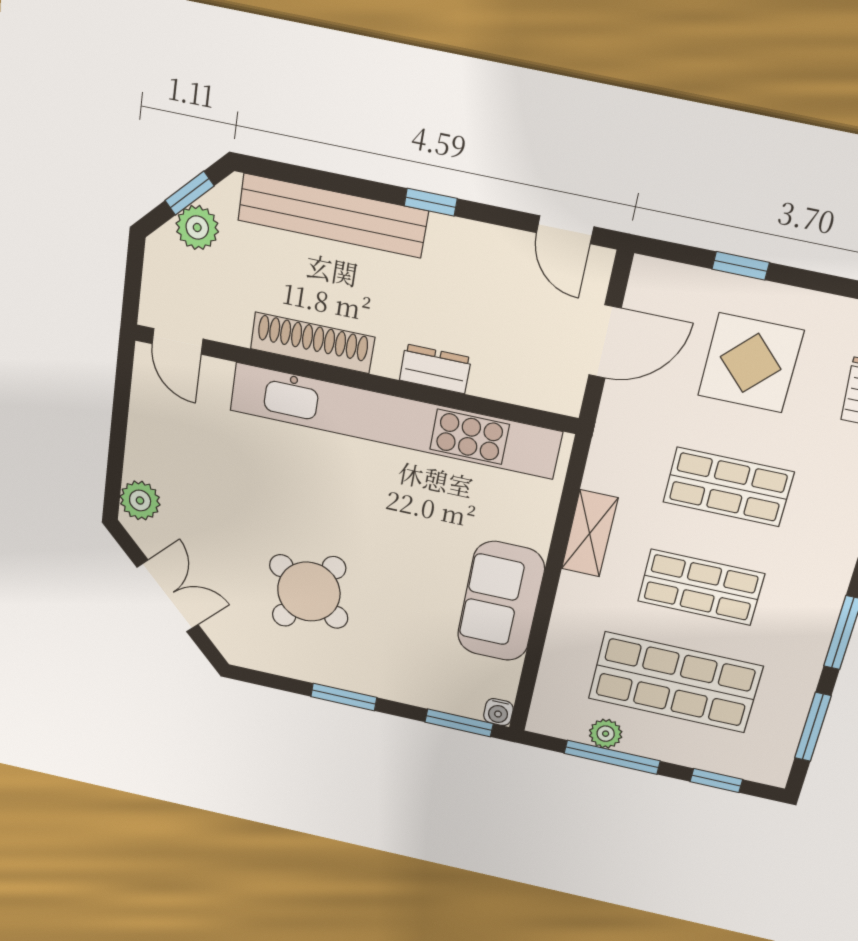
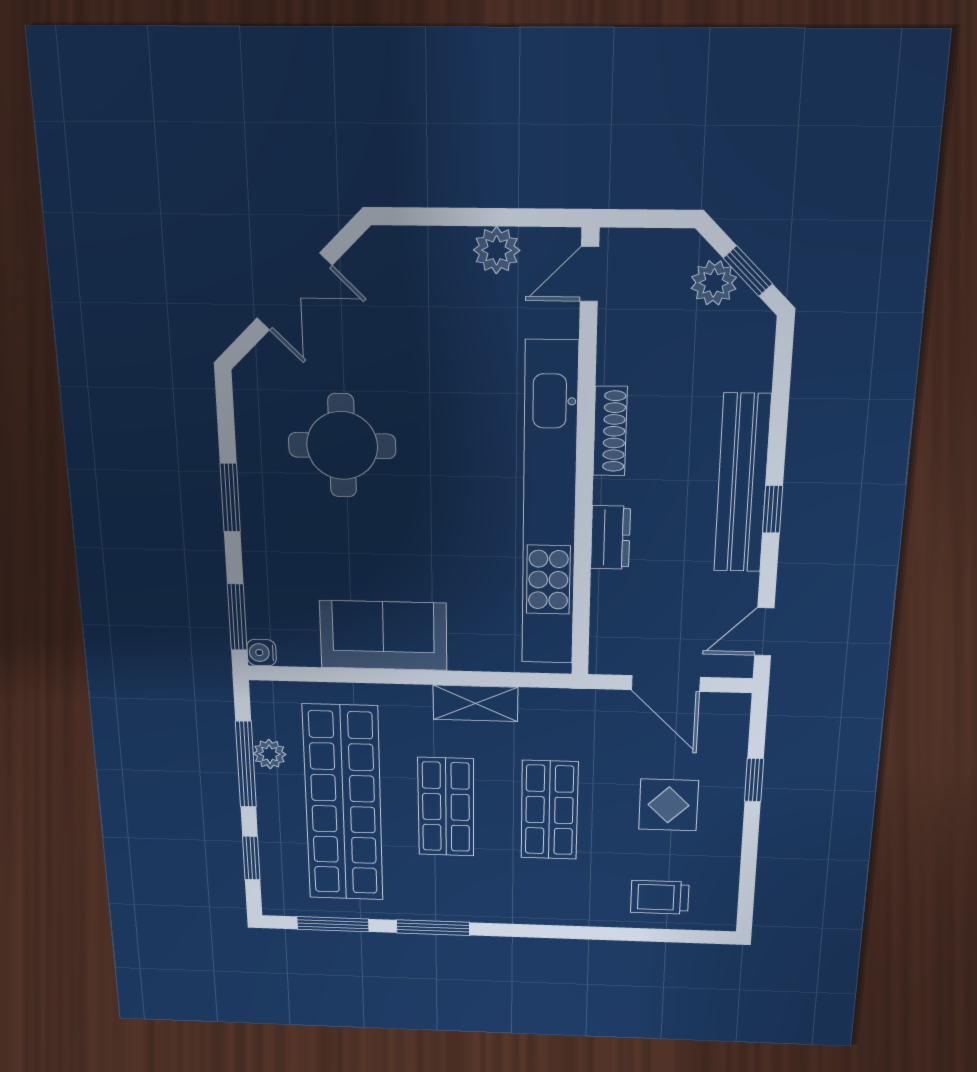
bench: (333, 216) -> (742, 484), moved
shoe rack: (312, 343) -> (610, 431), width x0.74, depth x0.81
display table: (751, 363) -> (669, 805), width x0.73, depth x0.73
plant: (140, 501) -> (497, 250), moved
round table: (309, 592) -> (342, 446), turned -34
shop shelf: (675, 682) -> (343, 804), width x1.40

